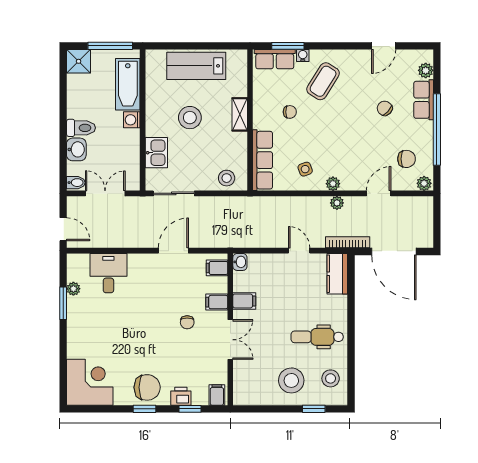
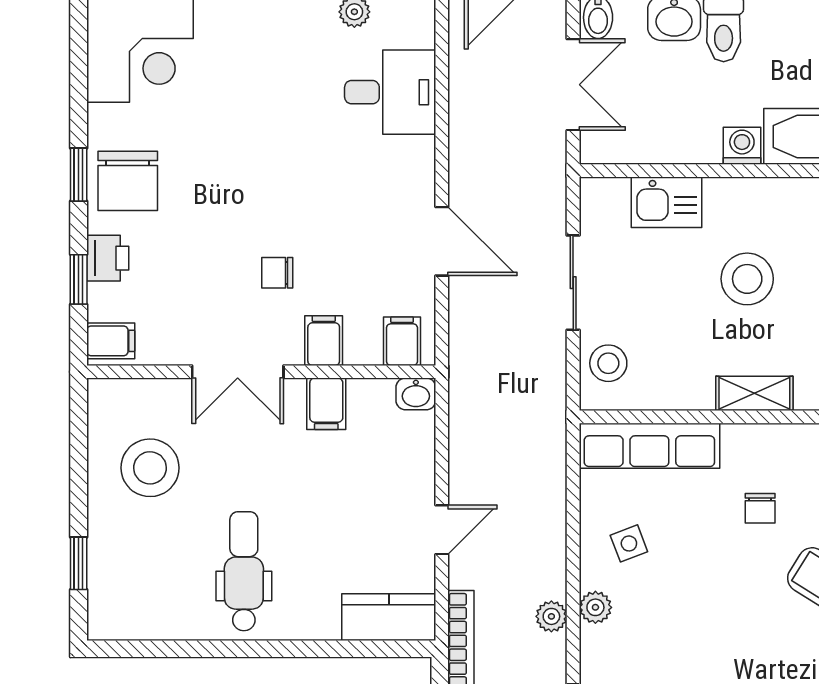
sliding door: (174, 193) -> (573, 283), moved
stool: (331, 378) -> (149, 602), removed
stool: (291, 380) -> (150, 468), moved

